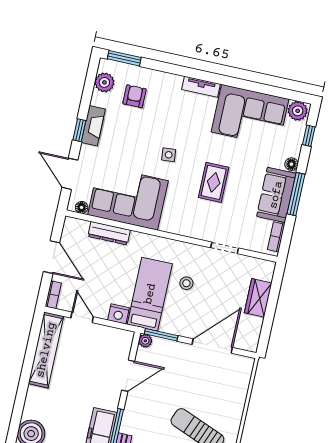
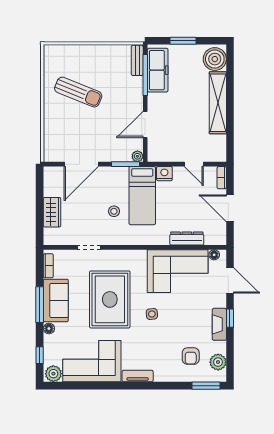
rug: (214, 182) -> (110, 299), width x1.86, depth x2.06
shelving: (46, 350) -> (218, 103), moved

